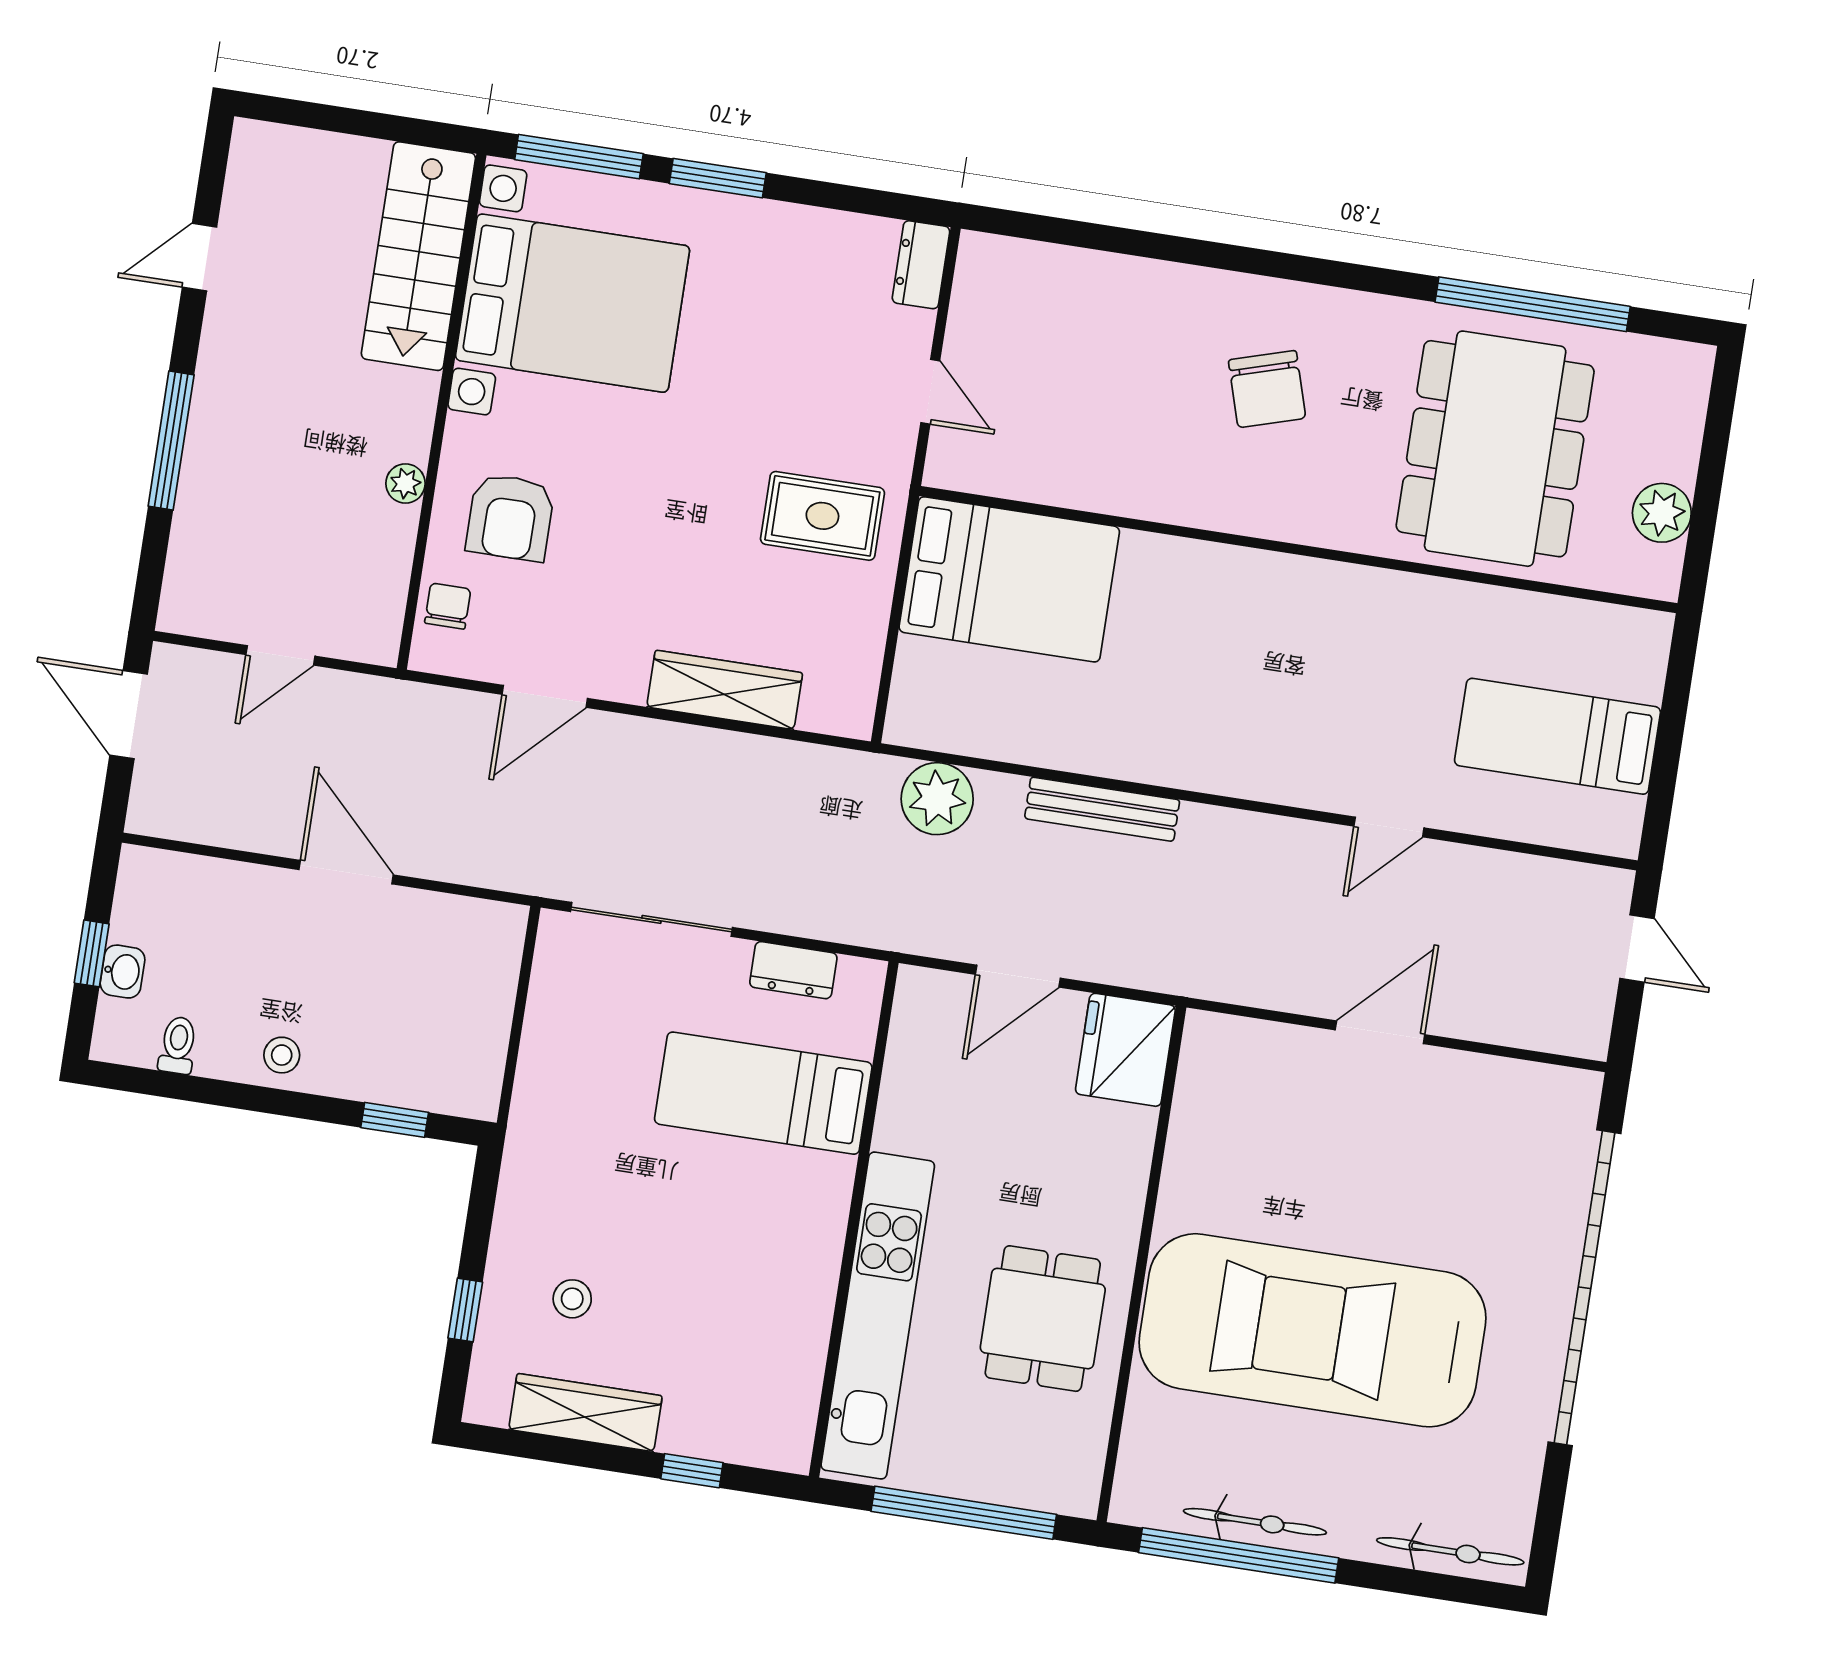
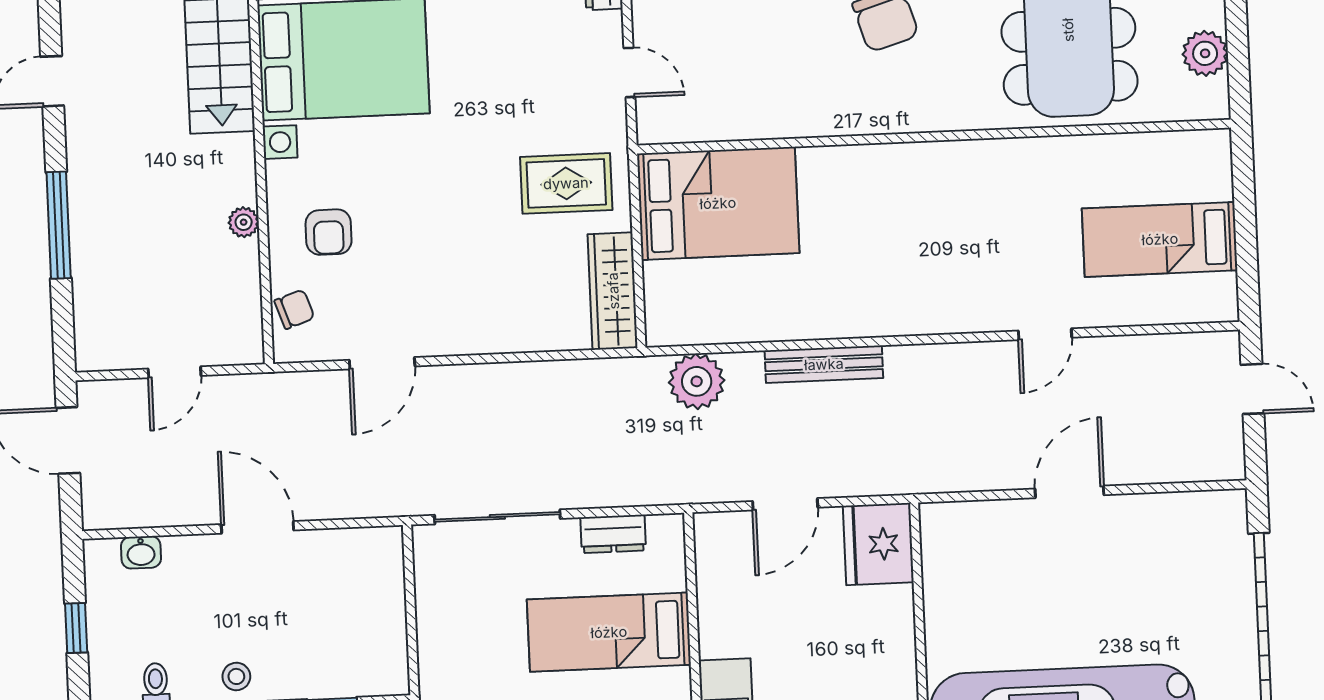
armchair: (510, 517) -> (329, 232), width x0.72, depth x0.72
chair: (448, 606) -> (294, 309), turned 71
wardrobe: (725, 690) -> (613, 291), moved, turned -90
washbasin: (123, 972) -> (141, 552), moved, turned 90

